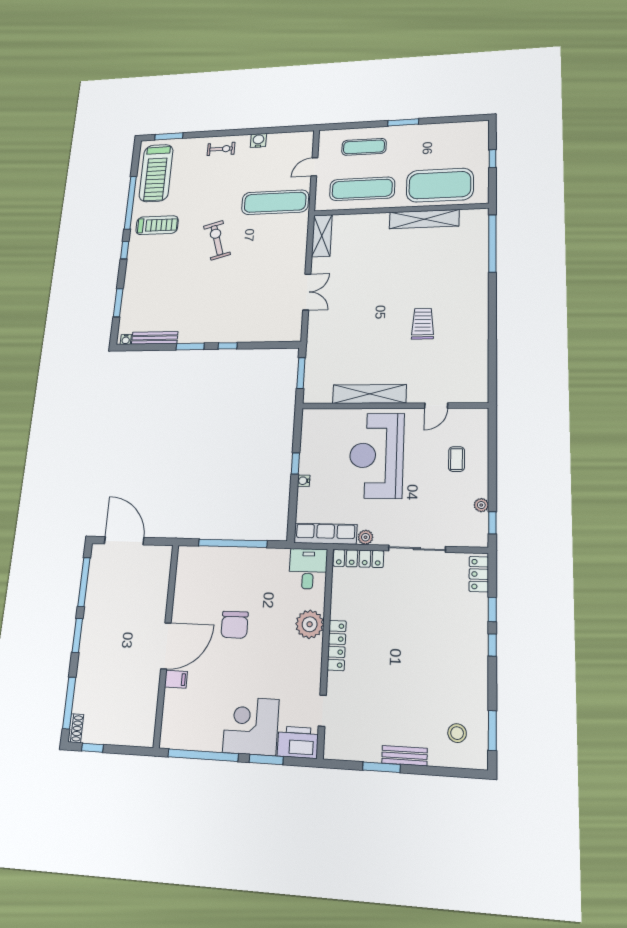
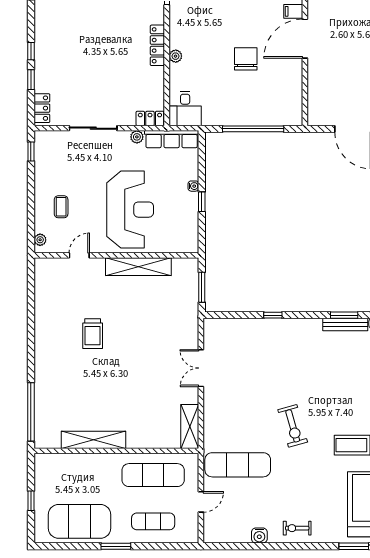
exercise mat: (440, 185) -> (80, 521), moved
window: (190, 346) -> (344, 315), moved
plant: (481, 505) -> (40, 240), moved
locker: (358, 558) -> (150, 118), width x0.66
plant: (310, 624) -> (176, 56), width x0.53, depth x0.53

